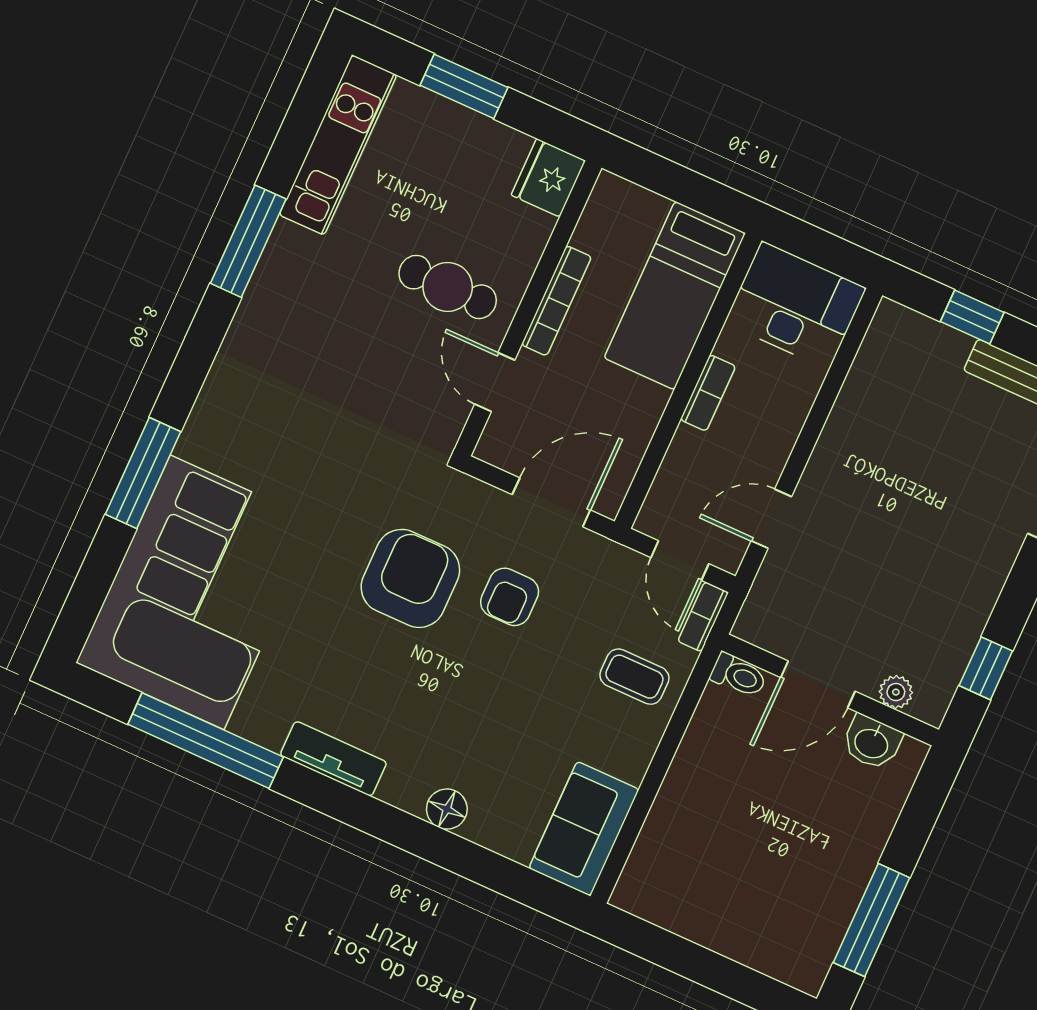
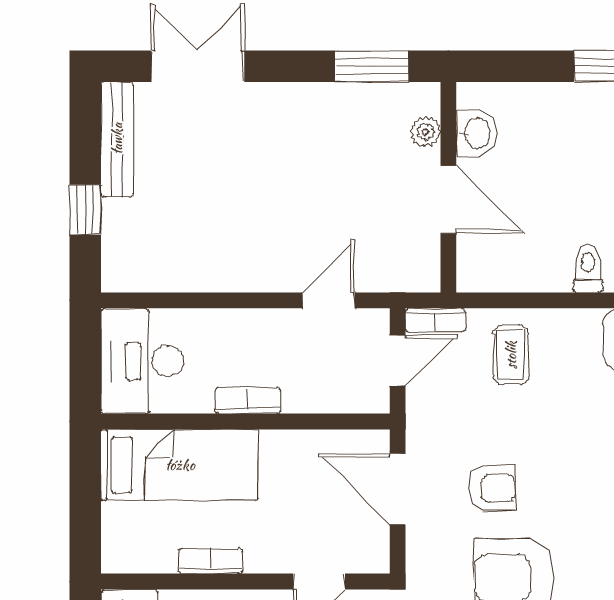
bookcase: (556, 301) -> (210, 561), width x0.64
door: (771, 519) -> (328, 300), swing flipped
window: (986, 668) -> (372, 66), width x1.50
toilet: (738, 675) -> (588, 269), moved

